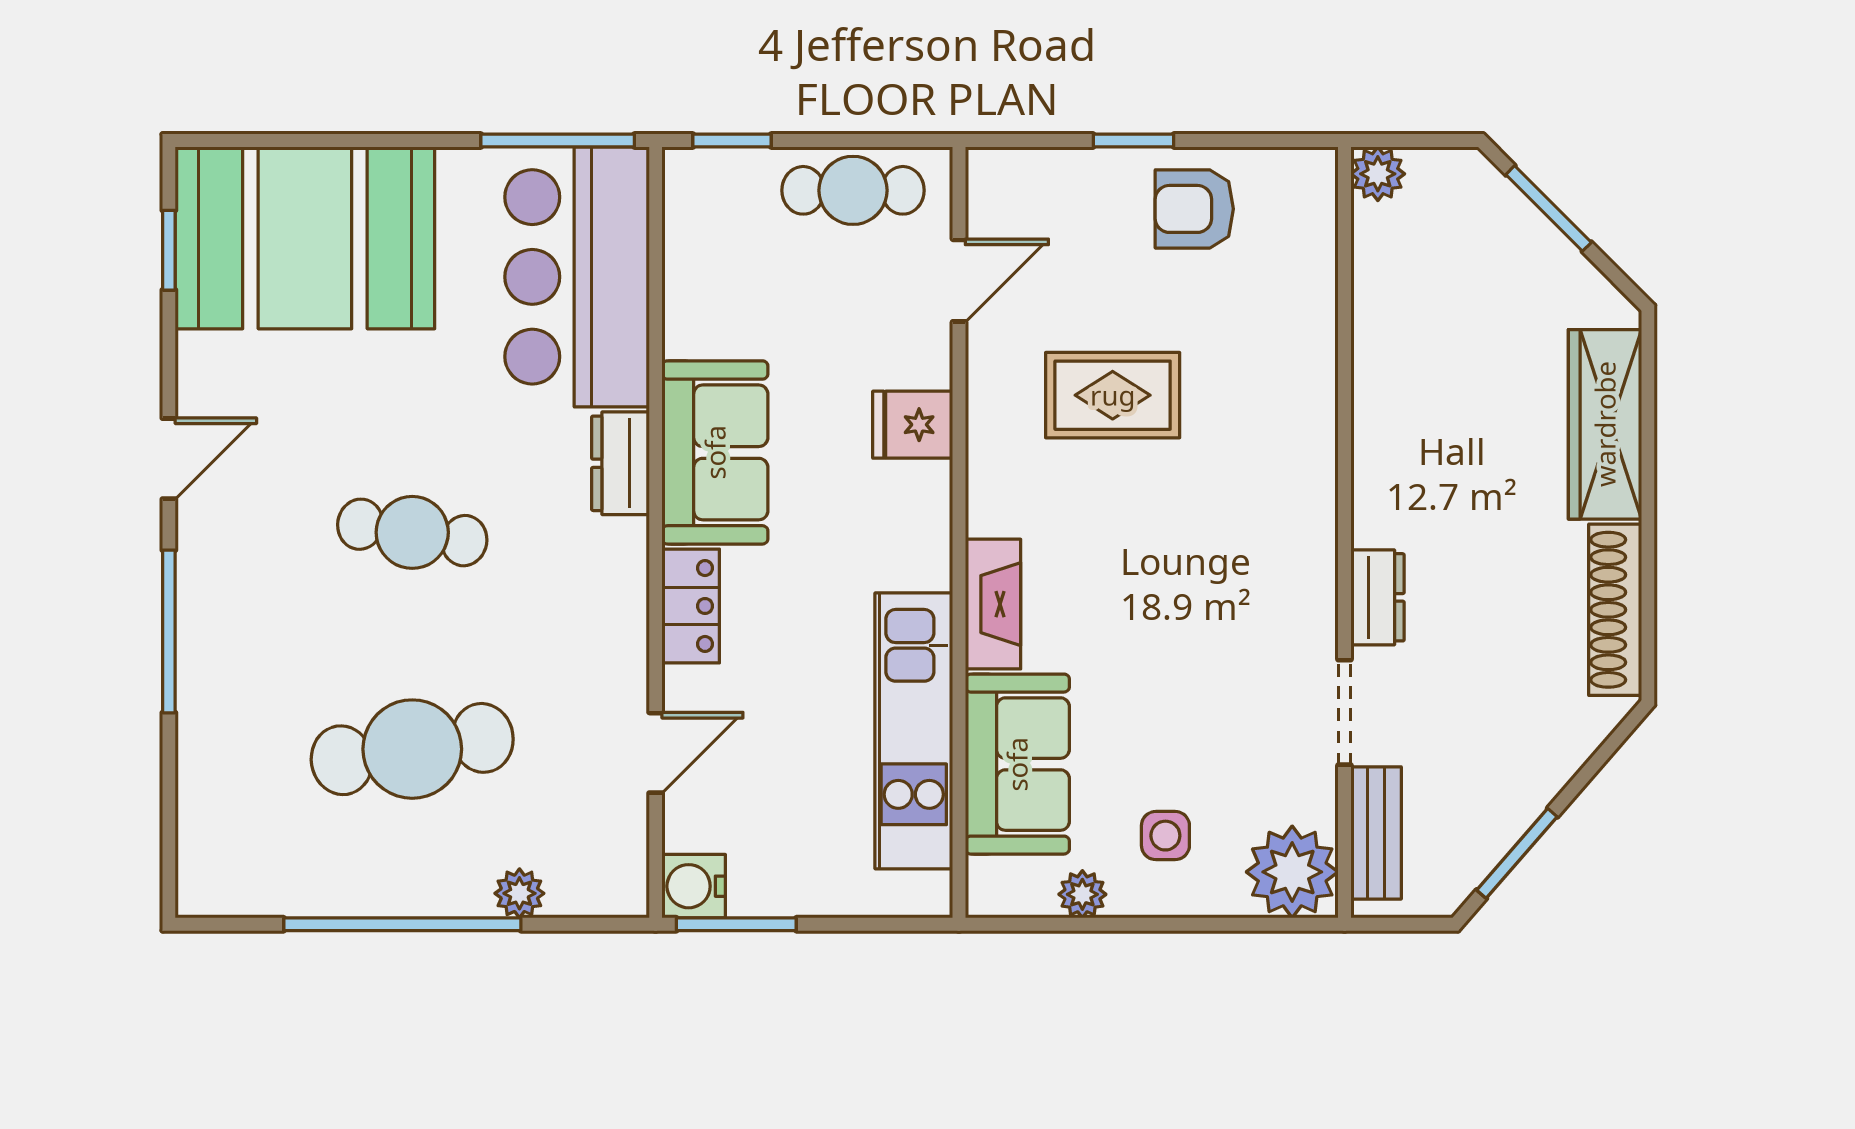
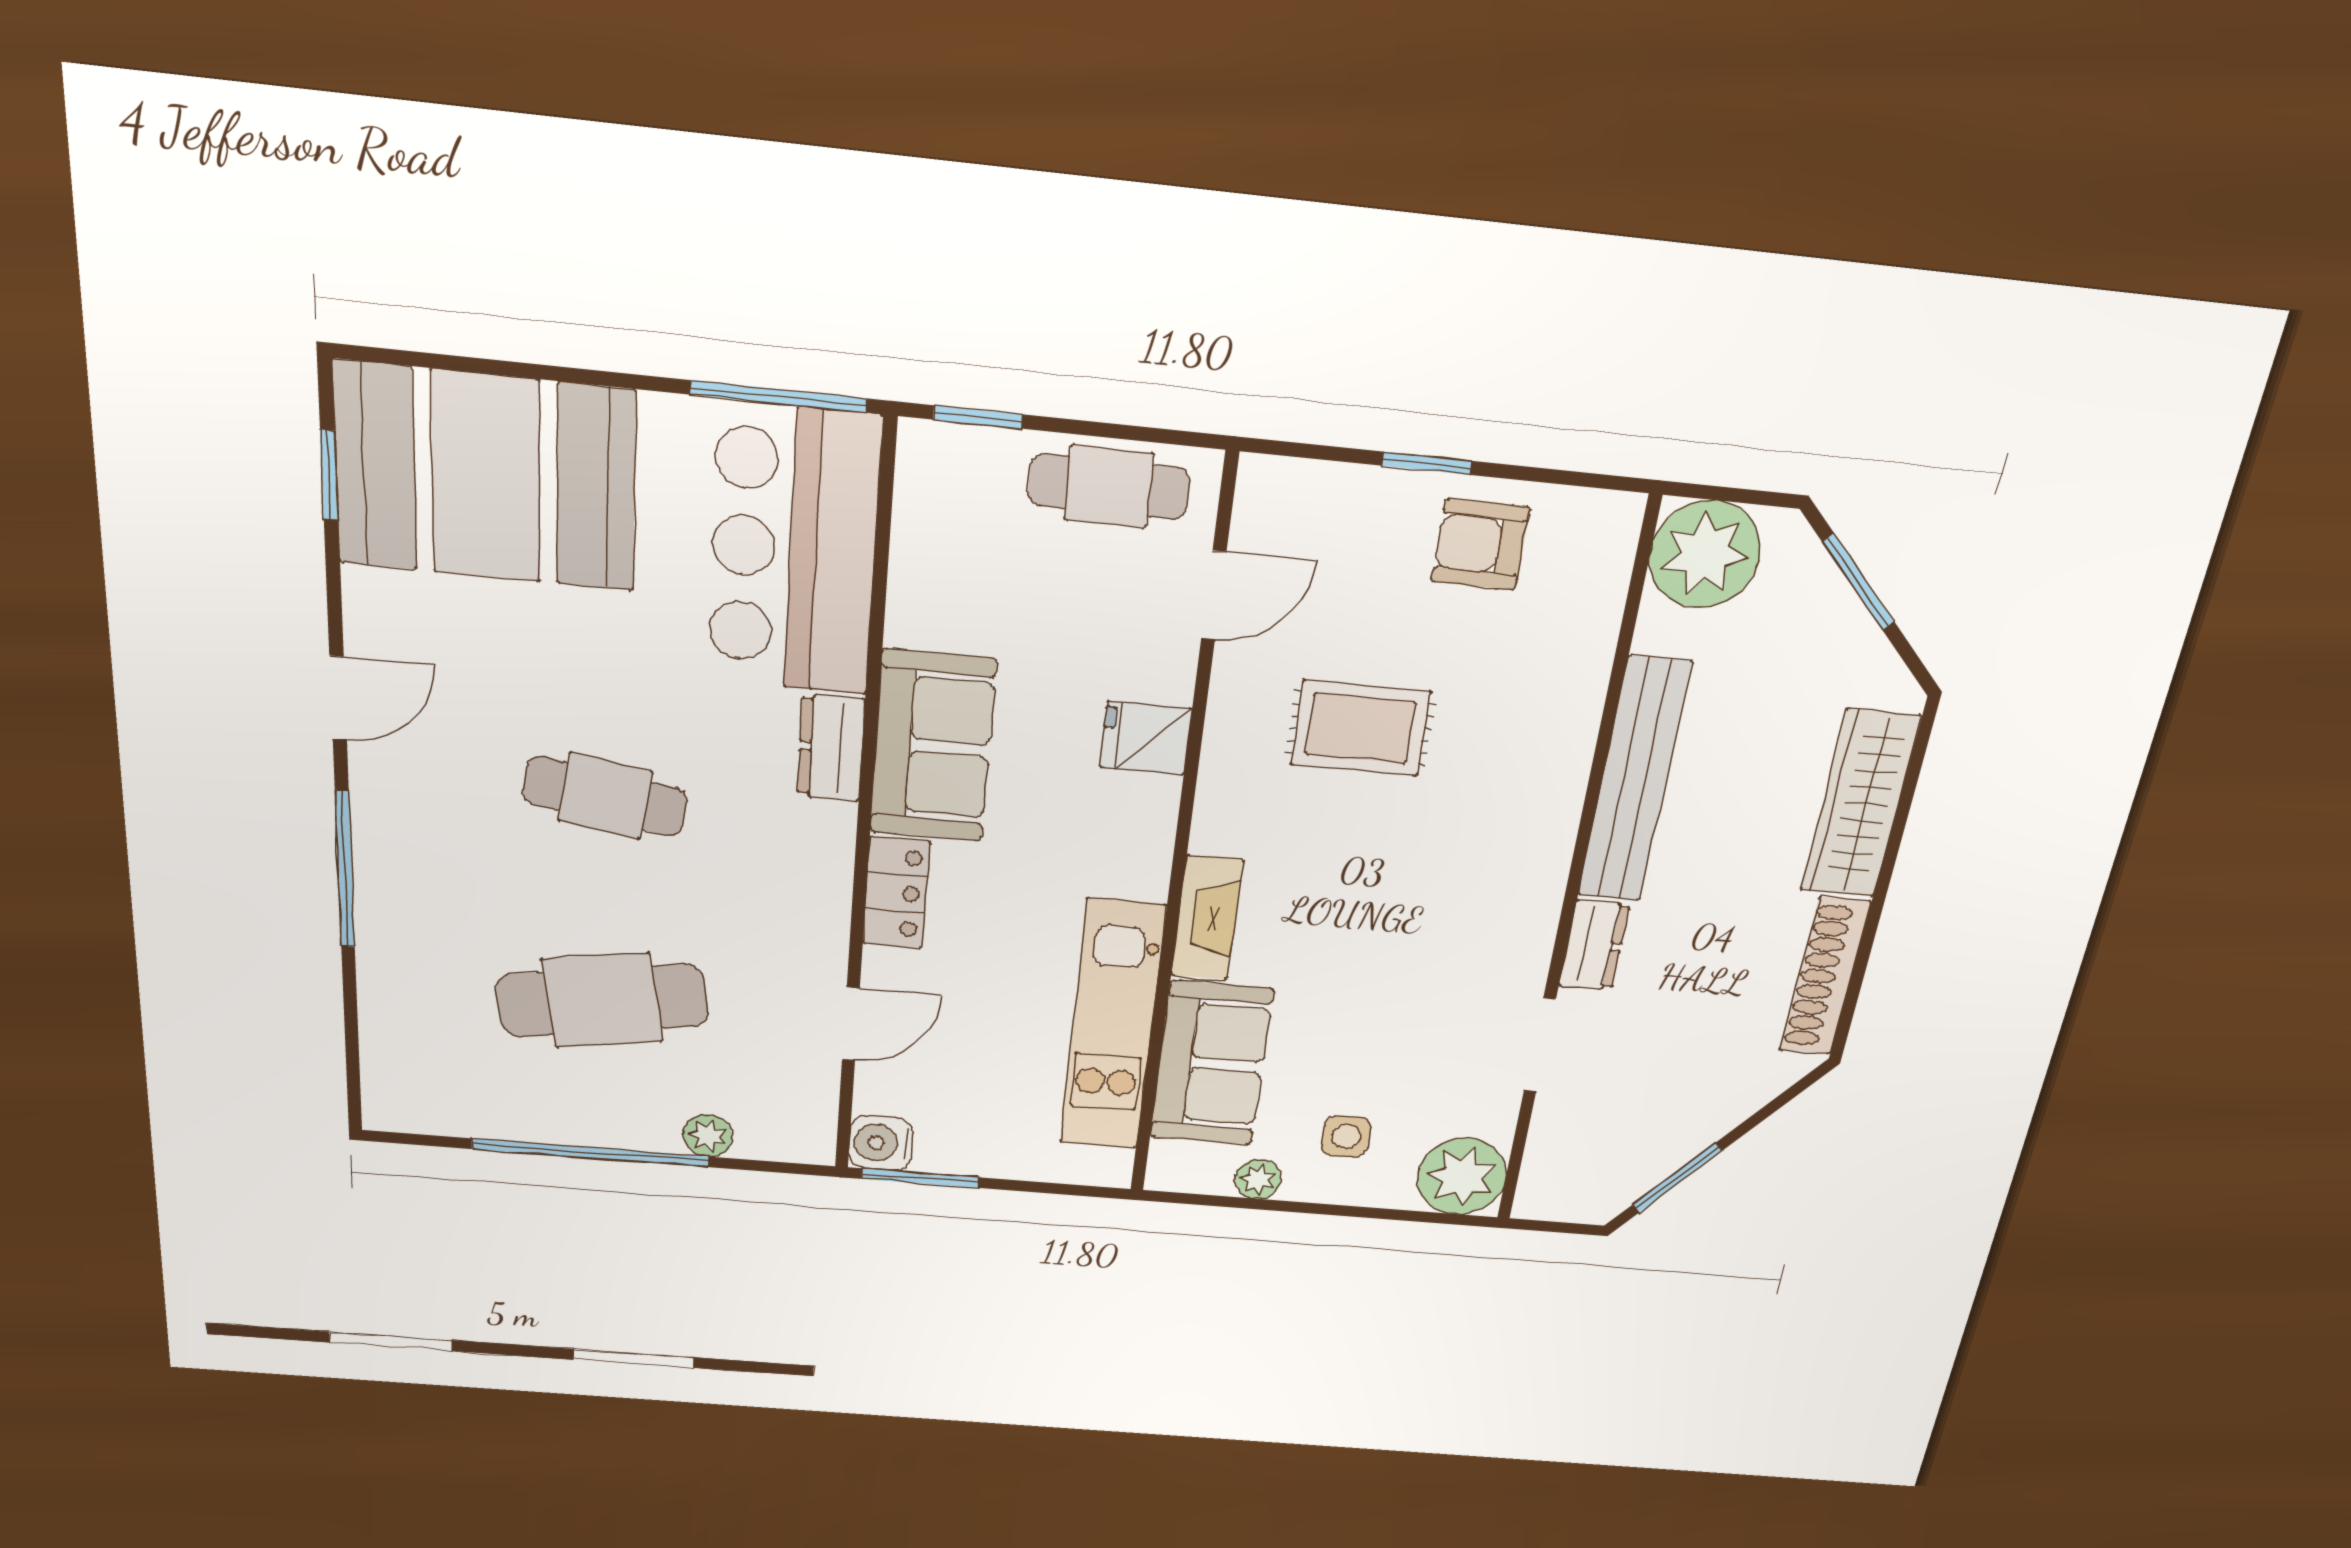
plant: (1378, 174) -> (1705, 554), width x1.87, depth x1.87
bench: (1376, 833) -> (1634, 780), moved, width x1.86, depth x1.21

